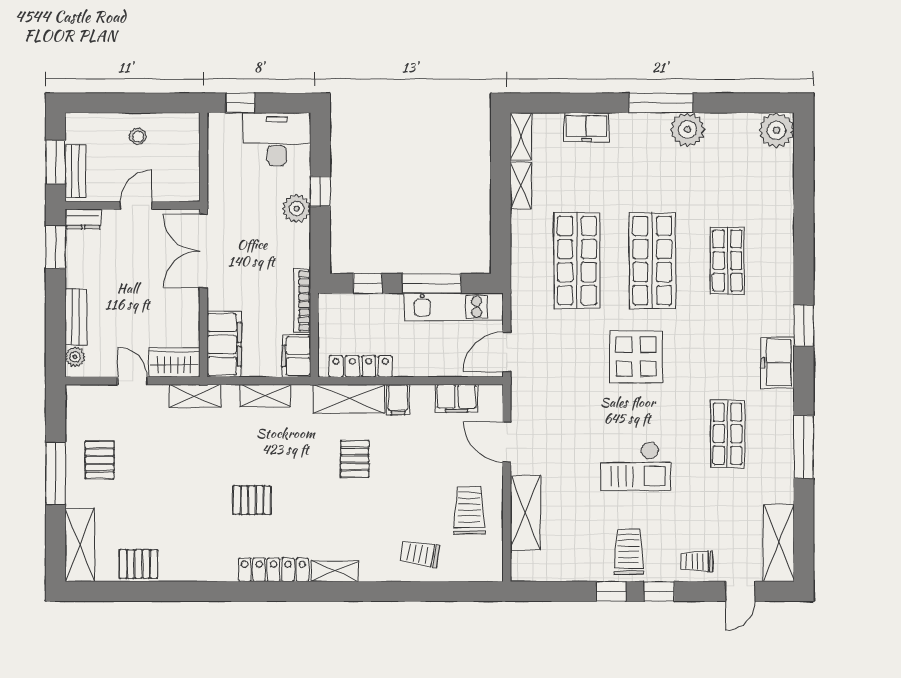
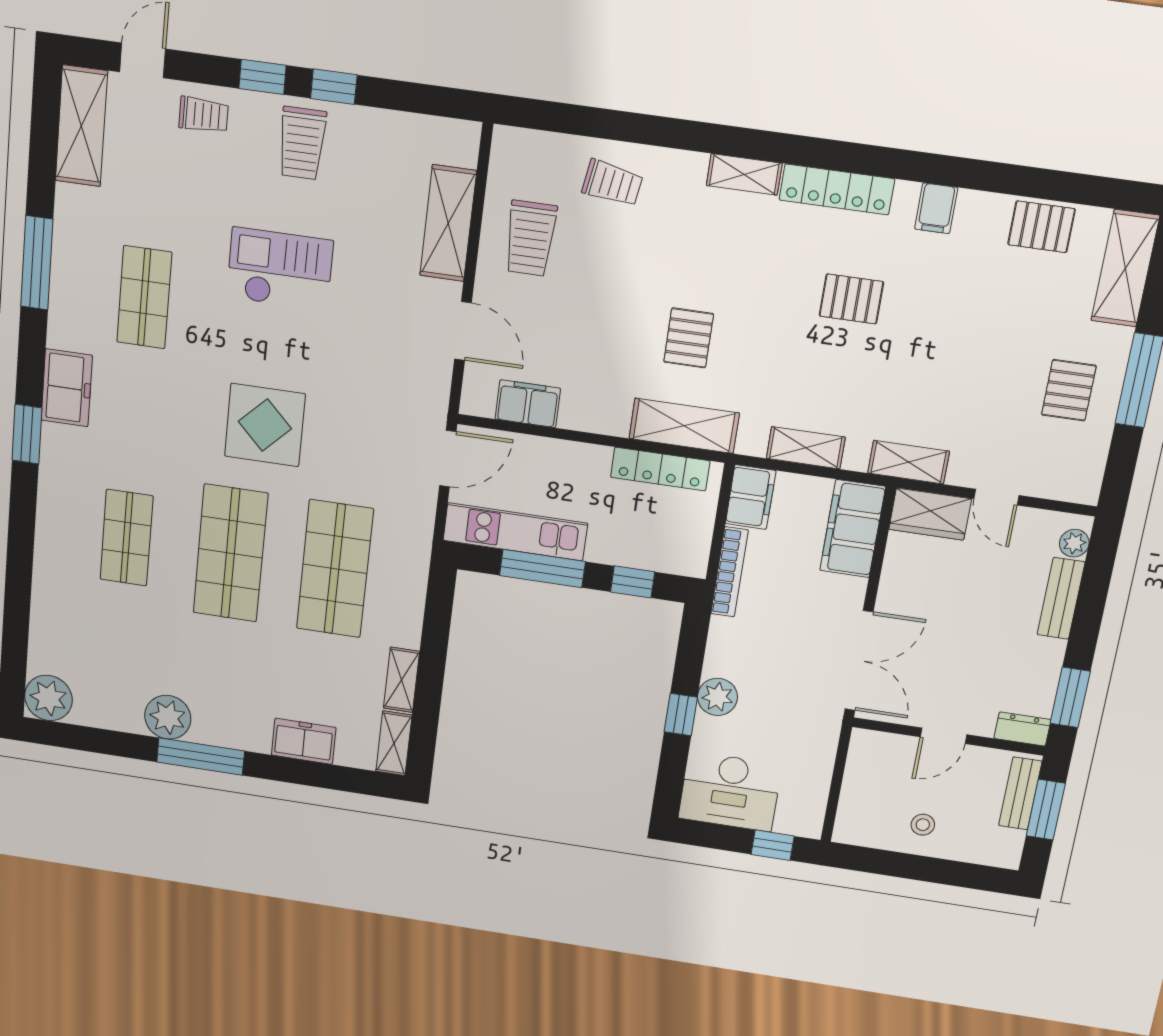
filing cabinet: (398, 400) -> (936, 208), moved, turned 180

